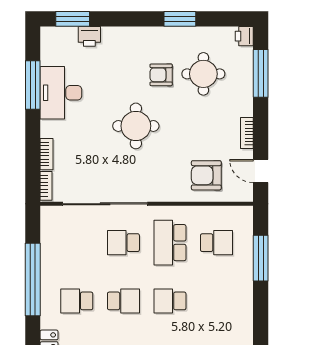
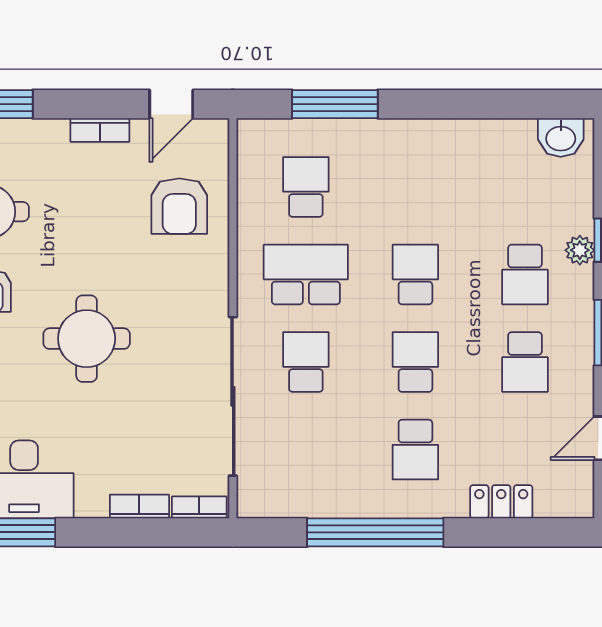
school desk: (123, 243) -> (306, 362), turned 180
school desk: (170, 243) -> (306, 274), turned 180
school desk: (170, 301) -> (415, 274), turned 180

